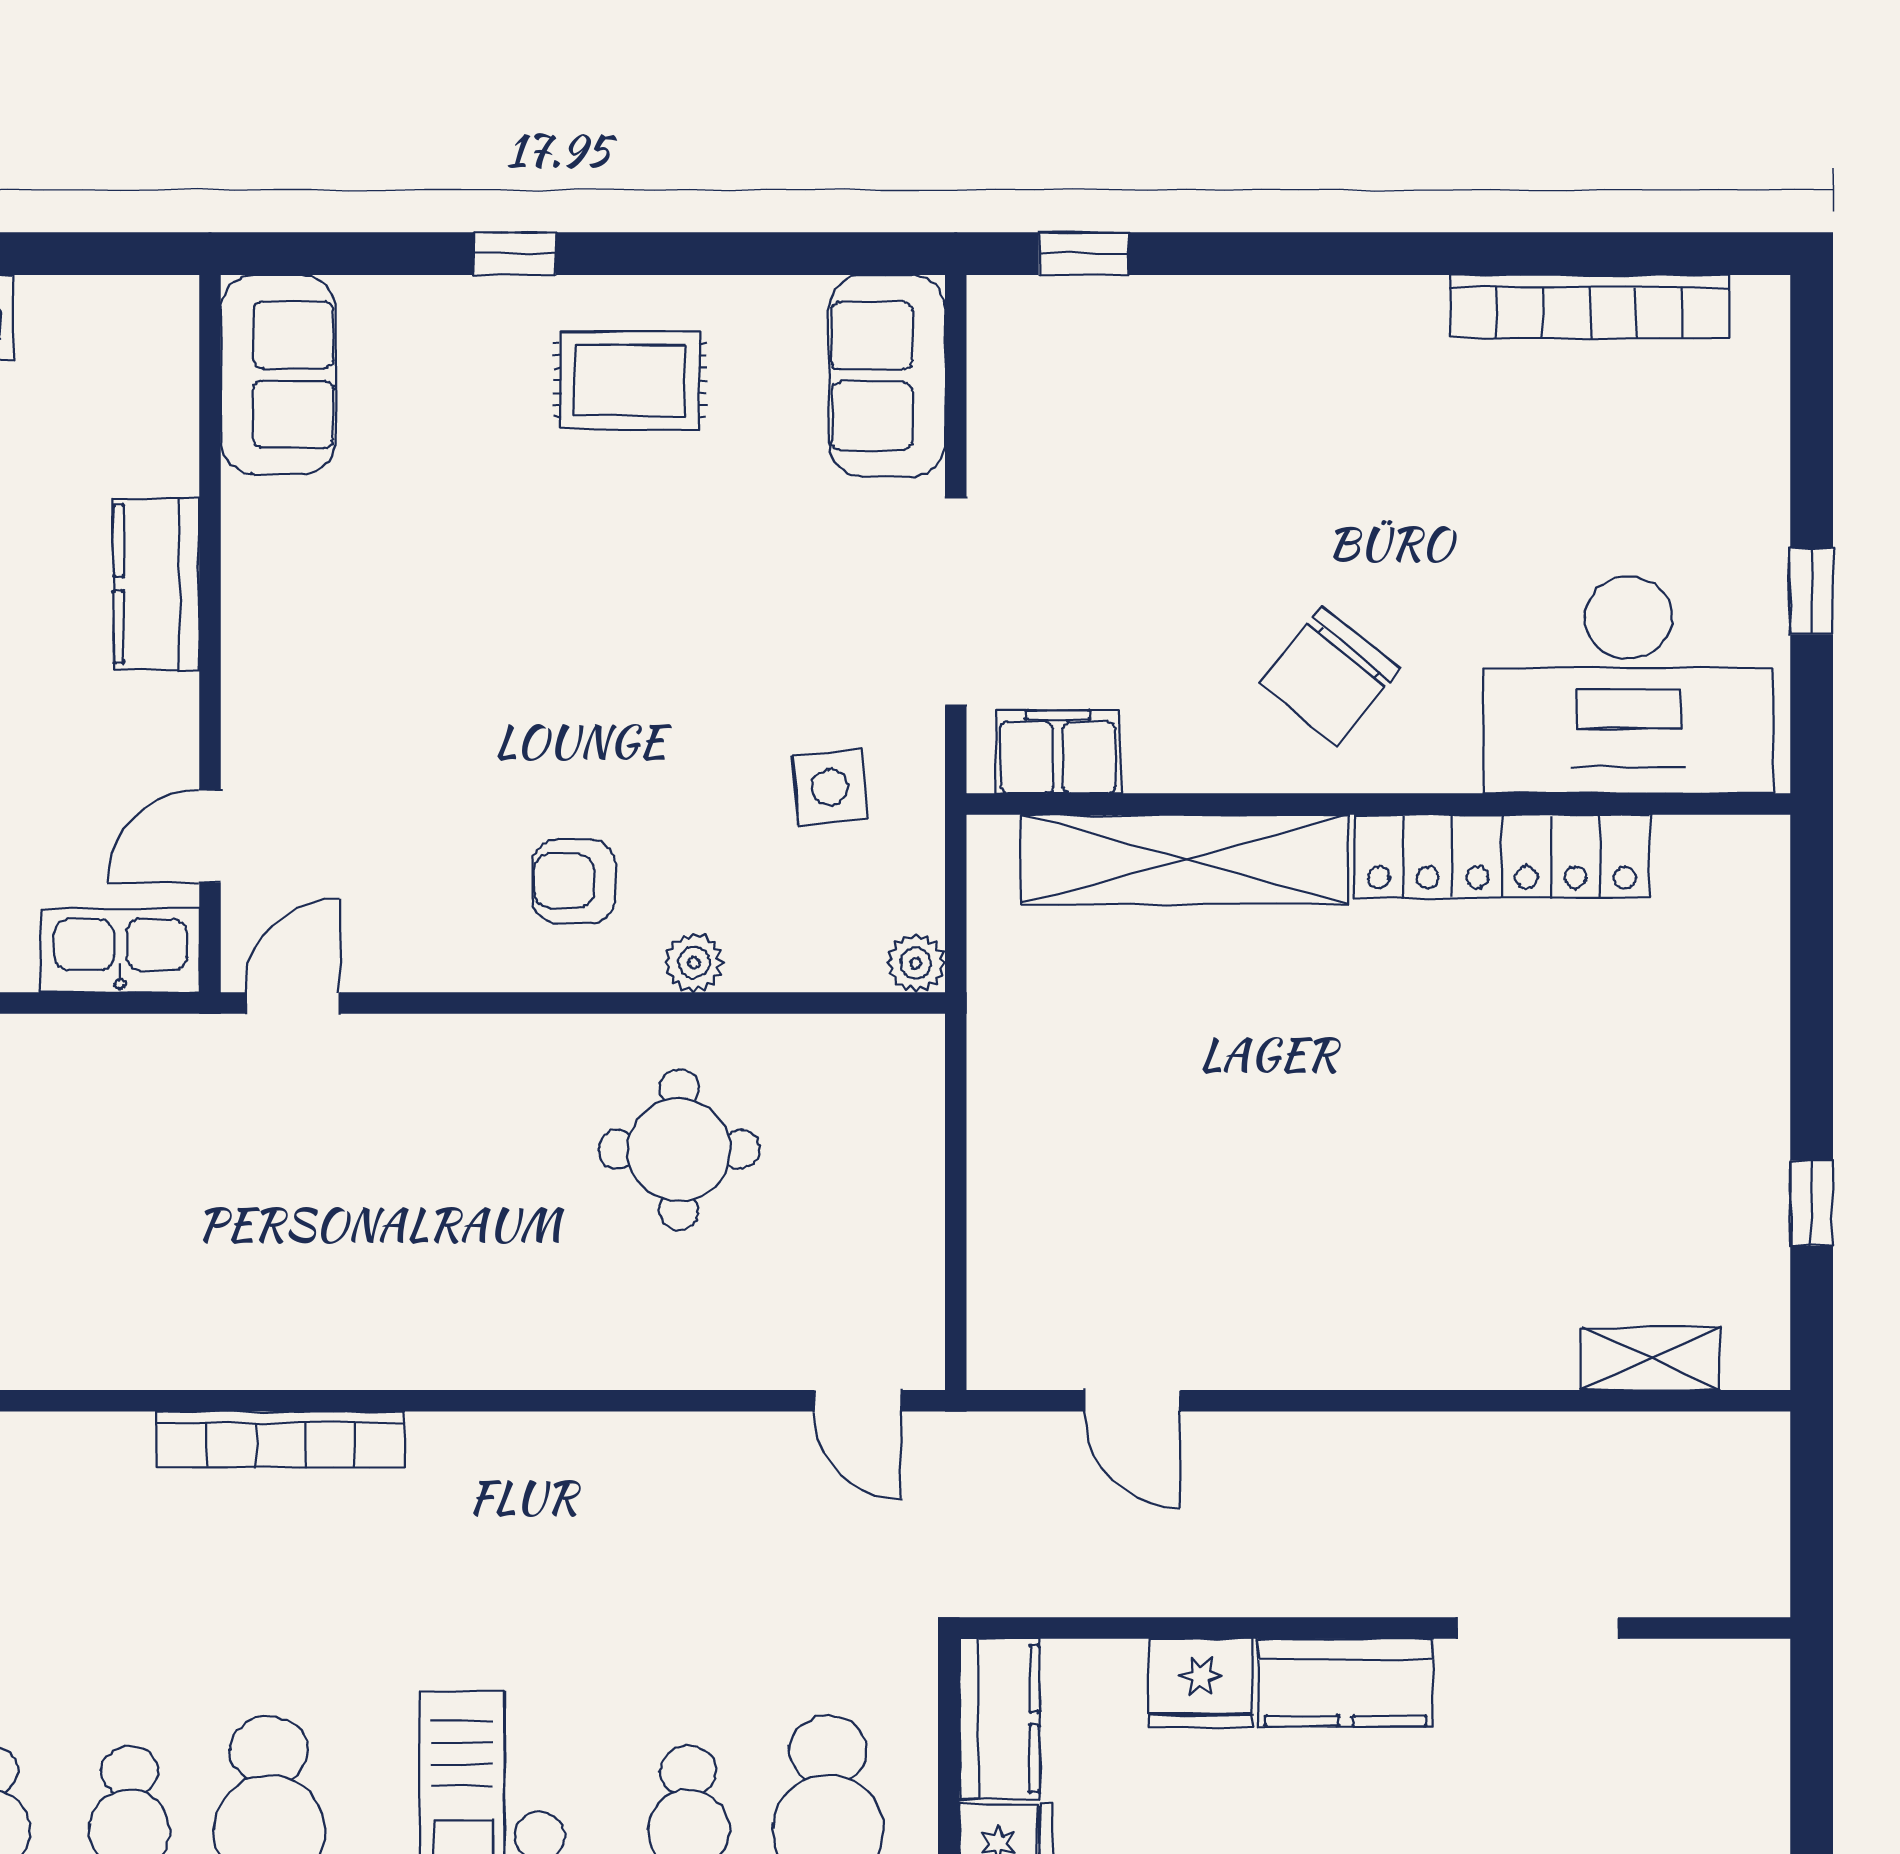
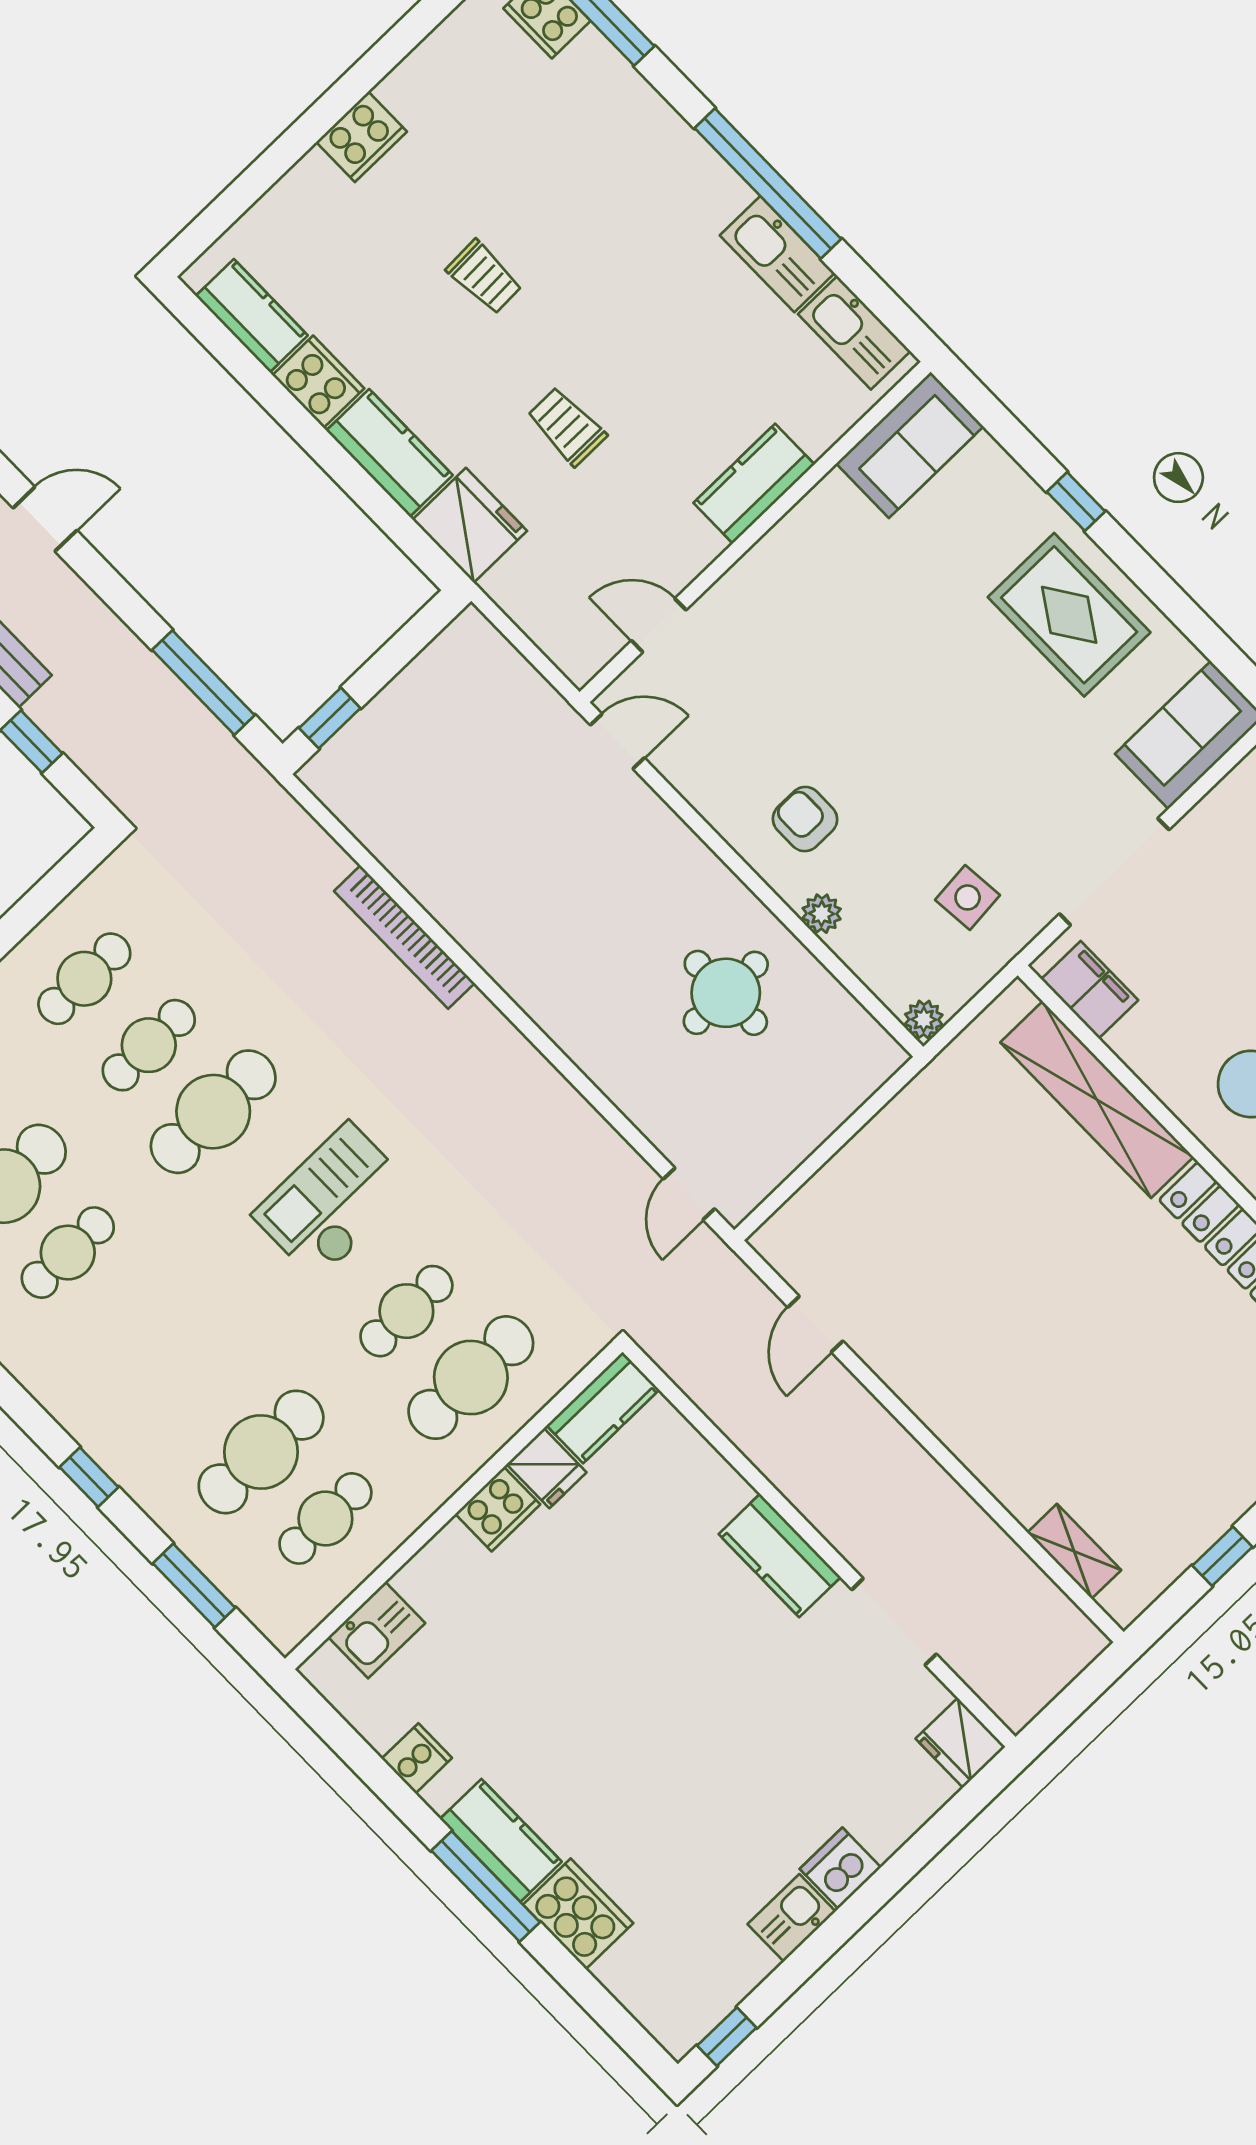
rug: (630, 380) -> (1069, 615), width x1.36, depth x1.43
kitchen sink: (120, 950) -> (854, 333), moved, turned 180
fridge: (1201, 1683) -> (960, 1743), moved

